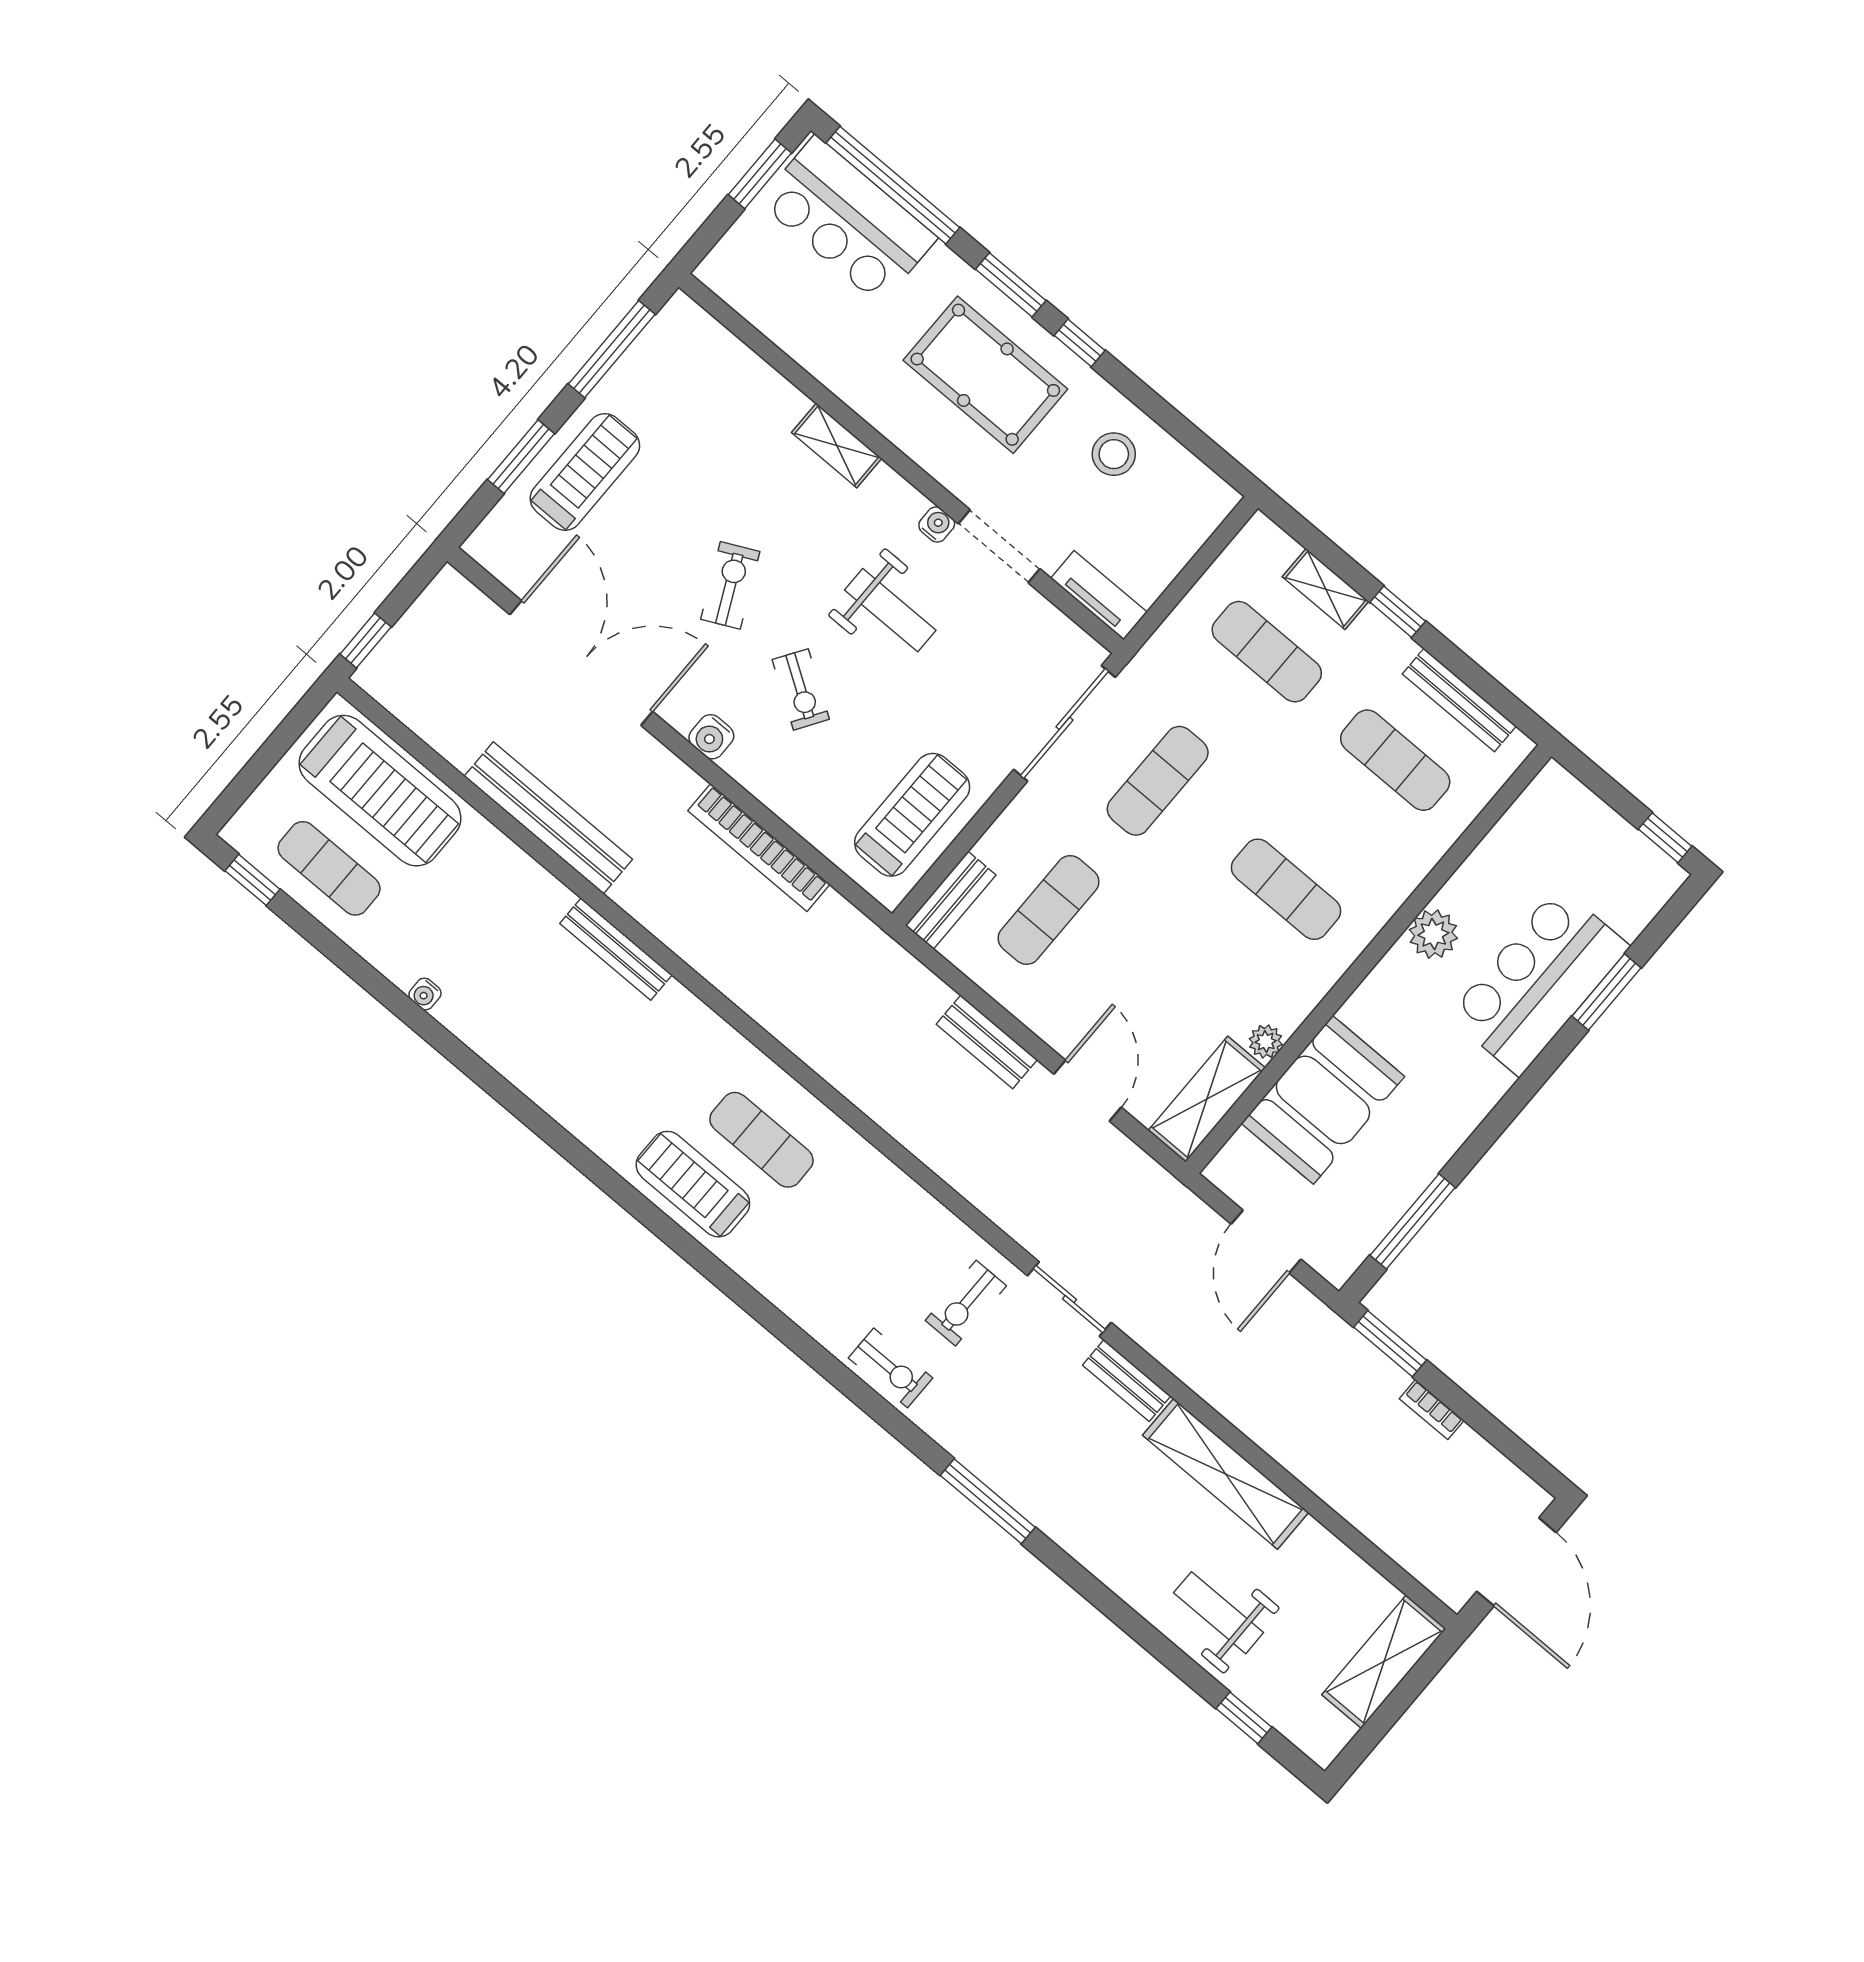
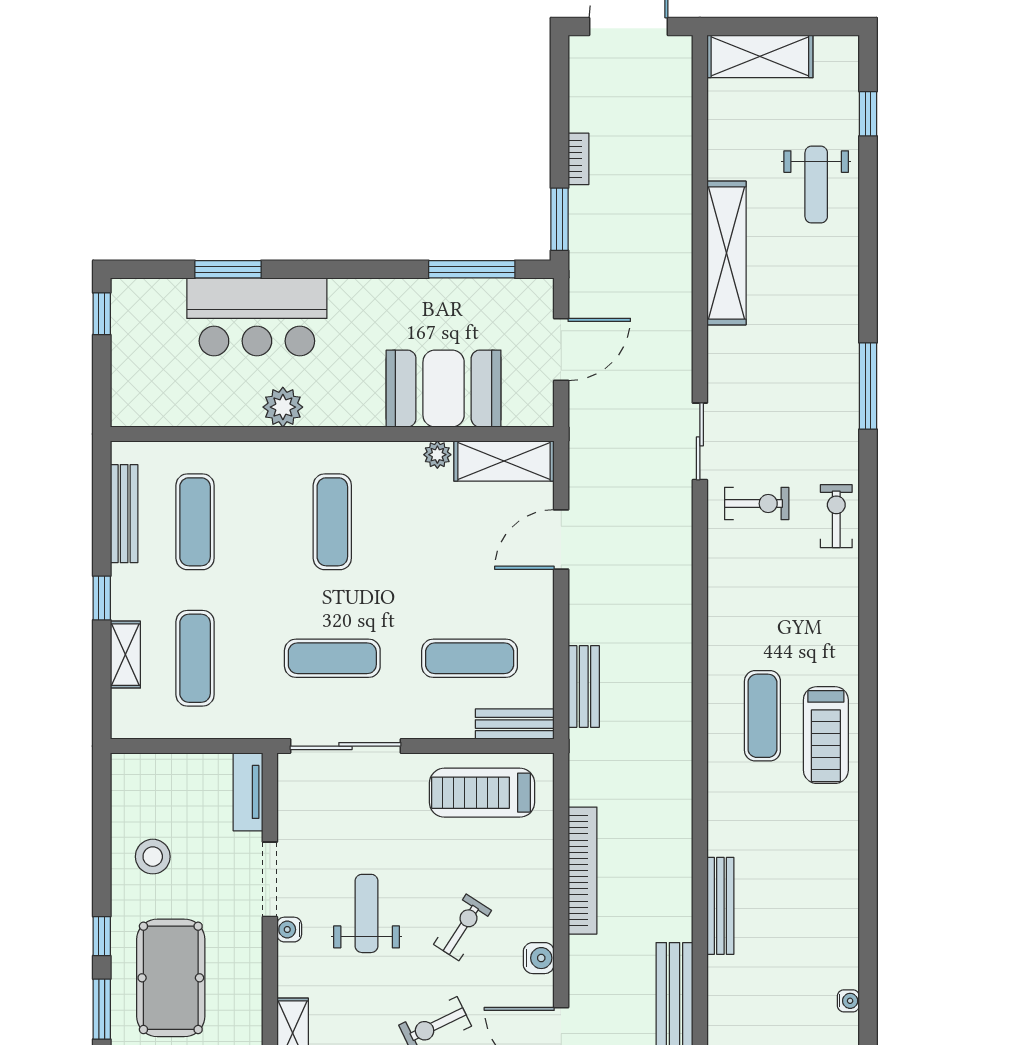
bench: (987, 1042) -> (584, 686), moved
bench: (1127, 1381) -> (720, 363), removed

